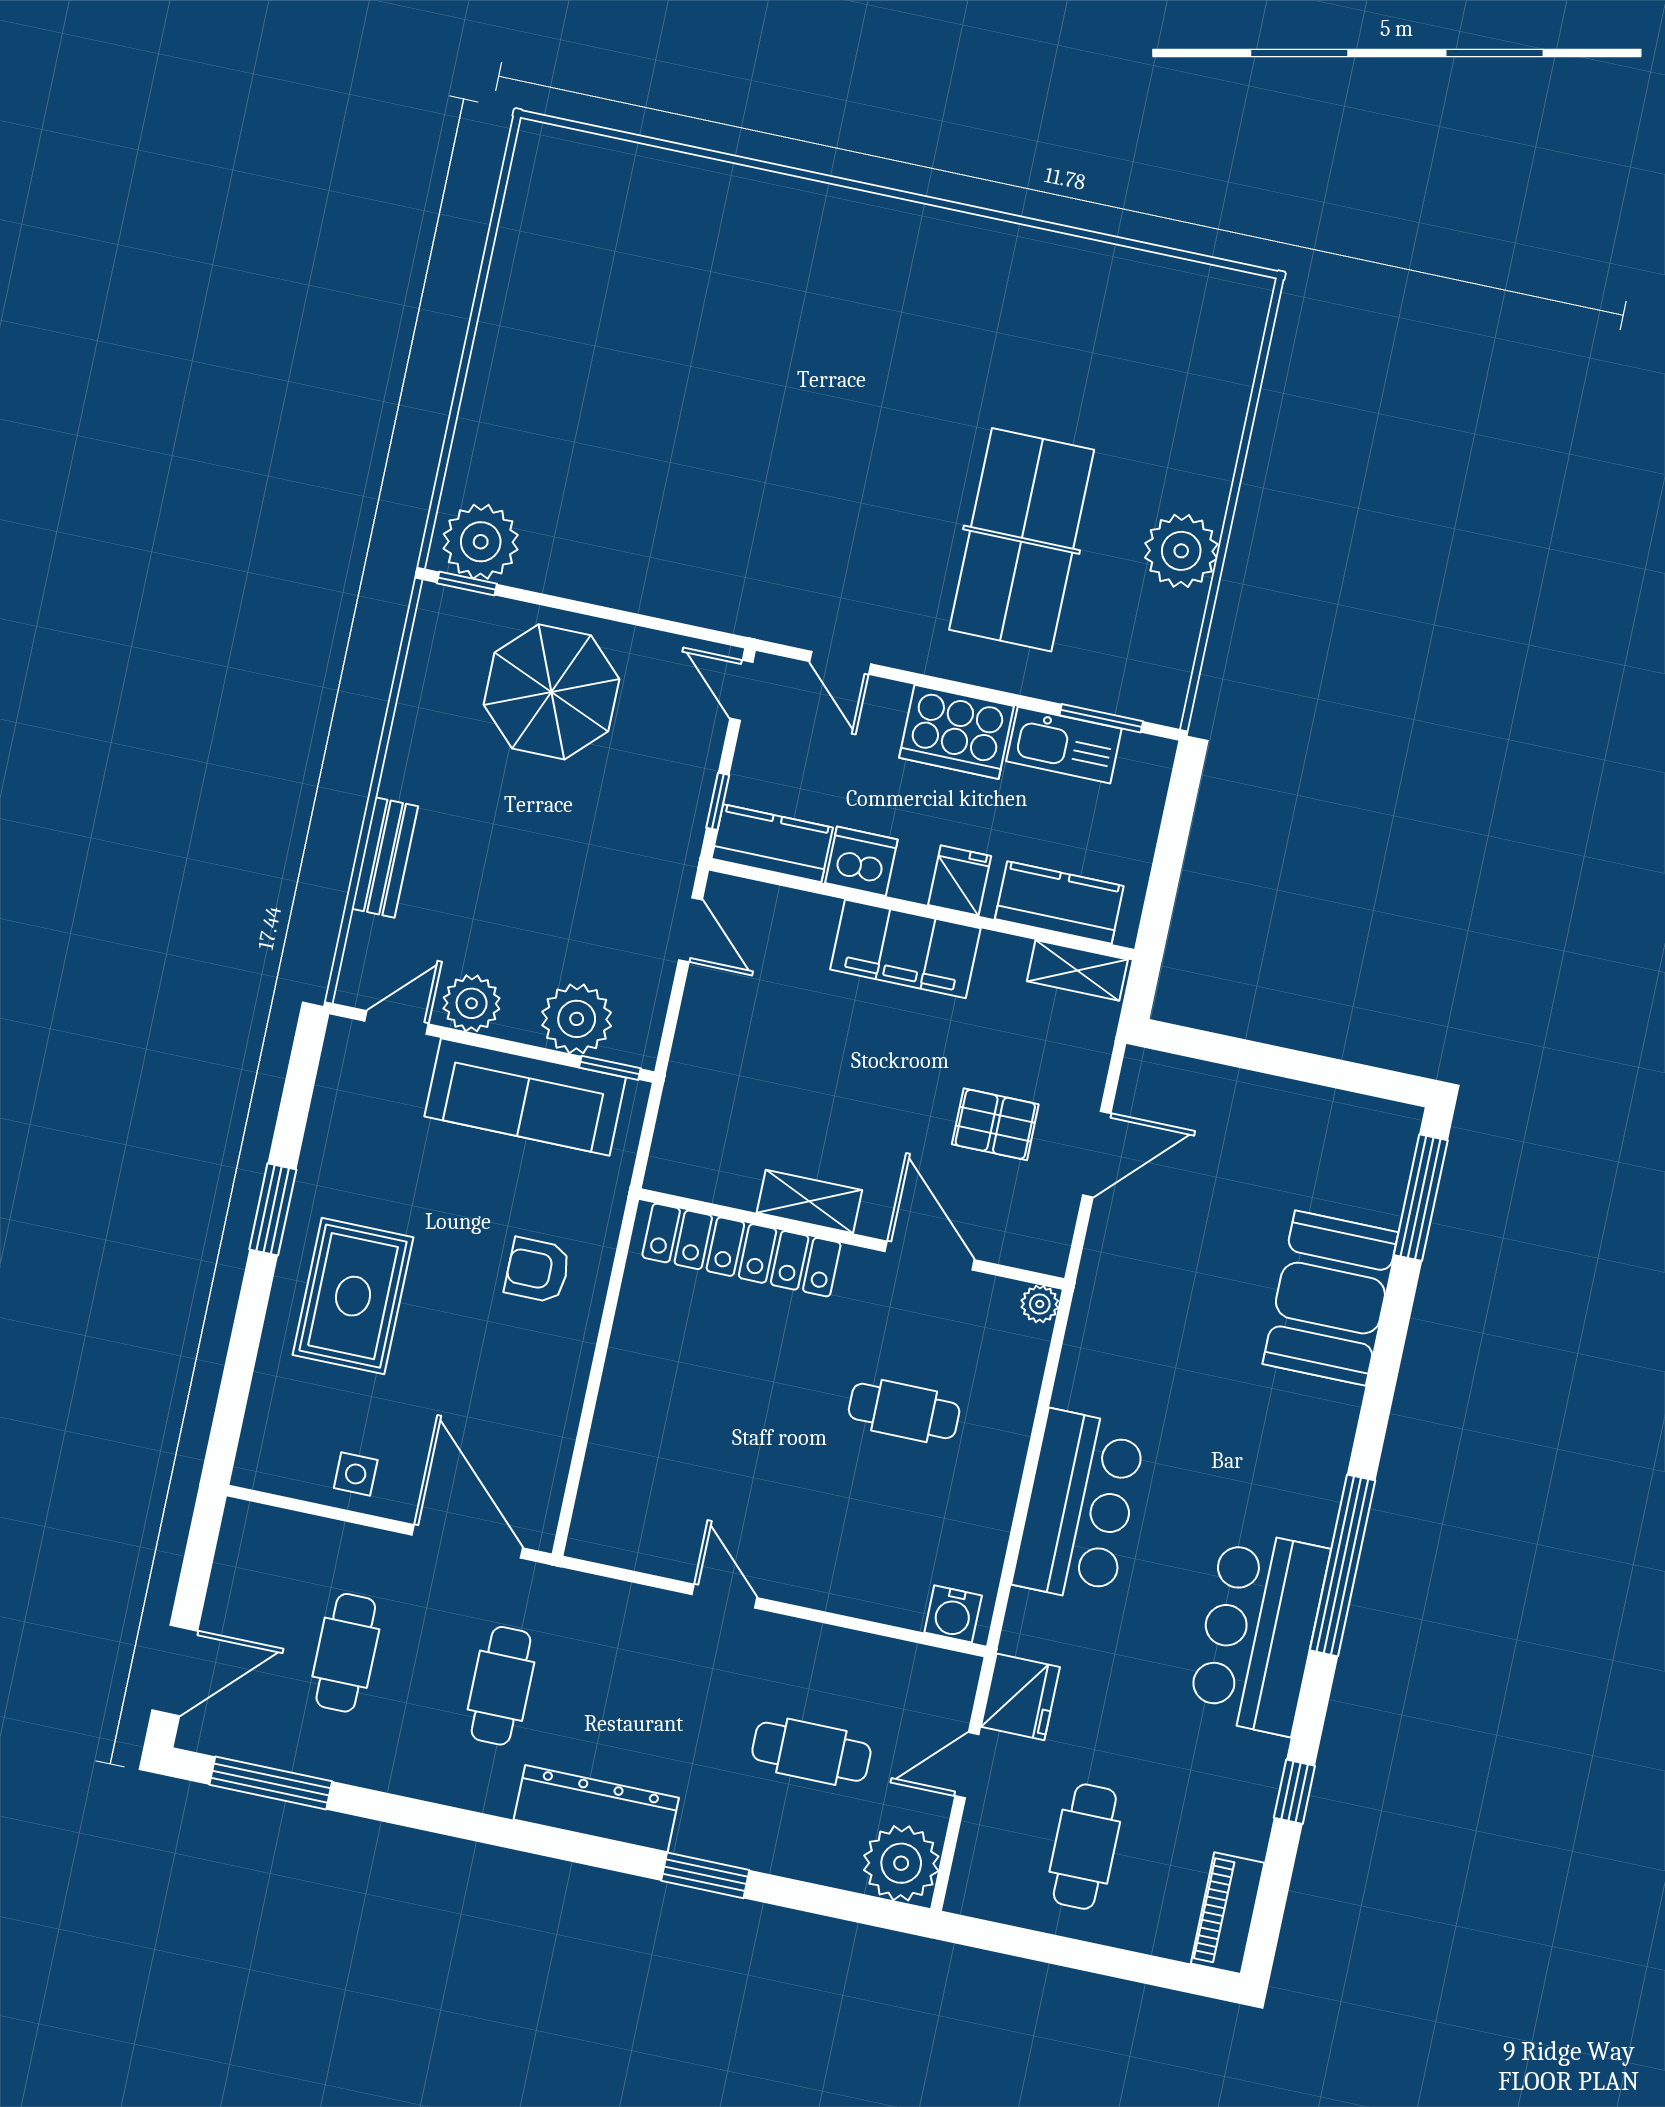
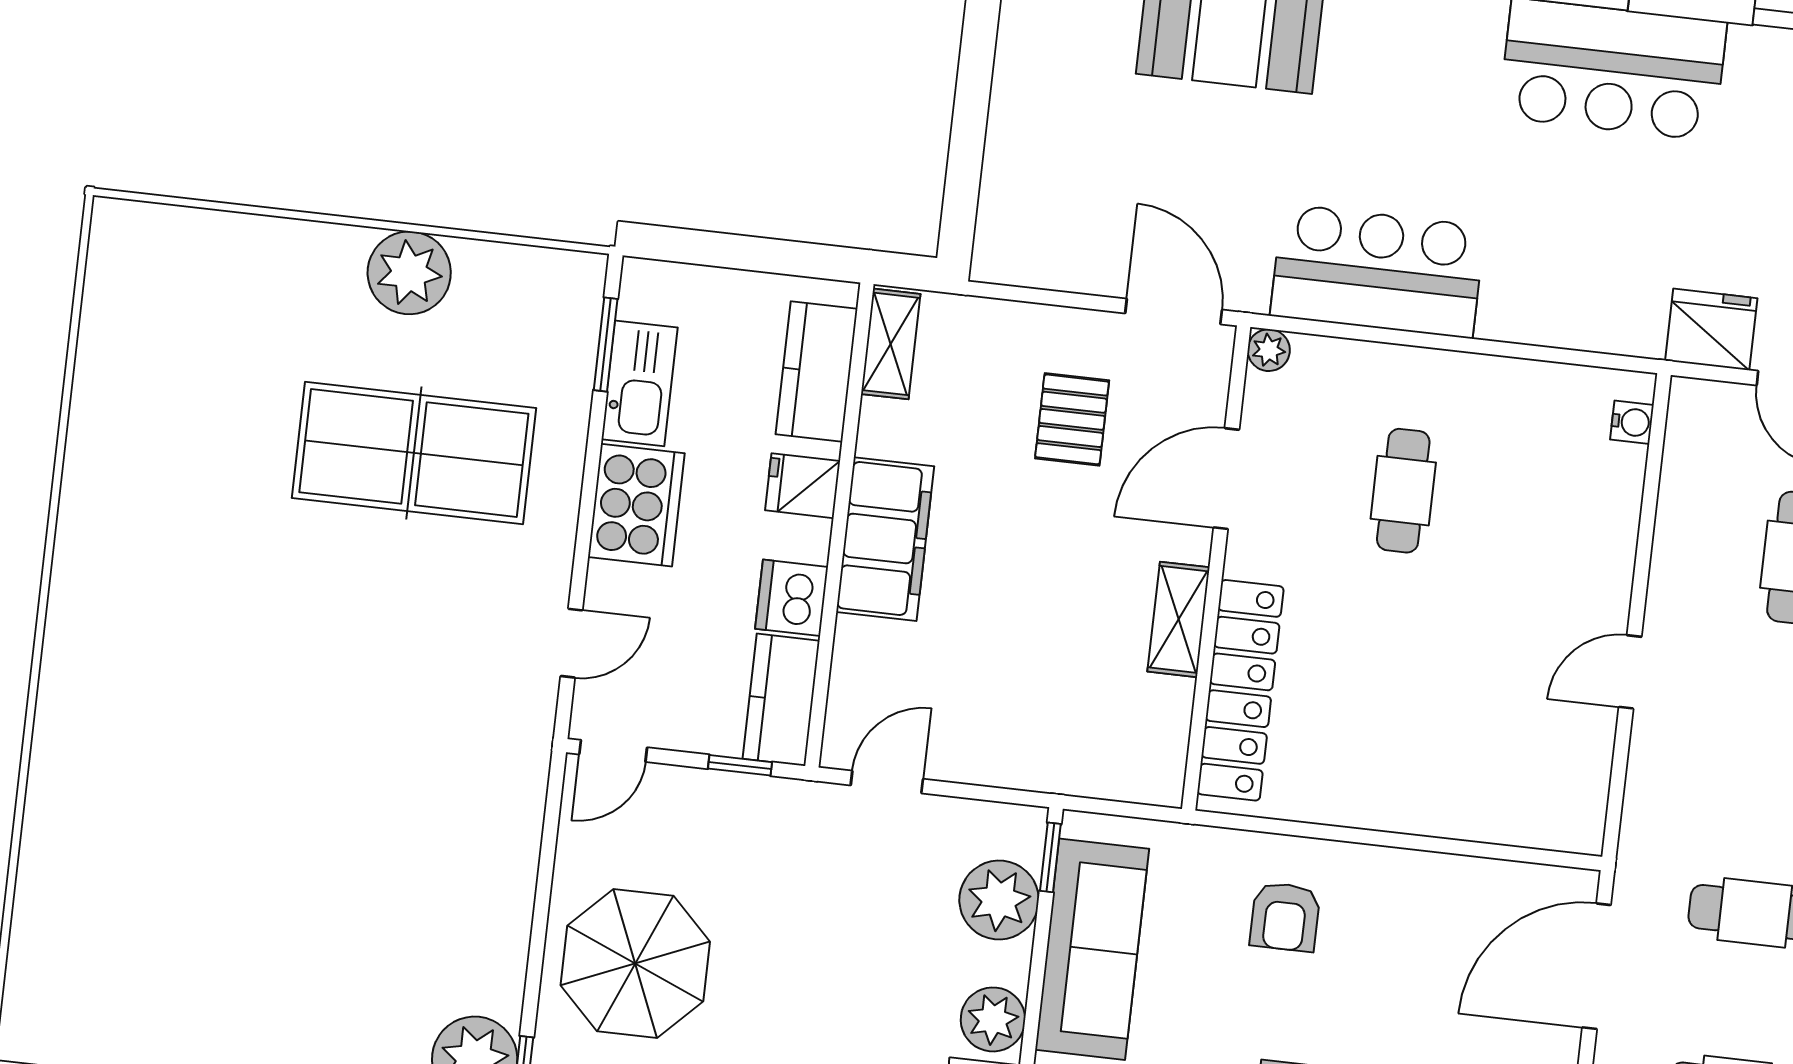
door: (1097, 1154) -> (1174, 311), moved
bar counter: (1079, 1507) -> (1378, 271), moved
water cooler: (953, 1614) -> (1632, 422), width x0.72, depth x0.72

